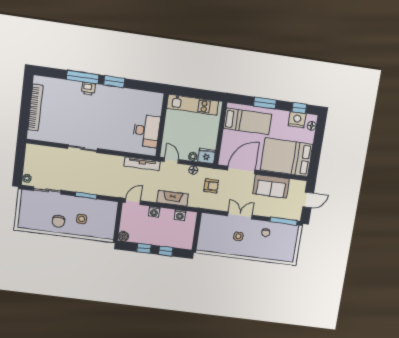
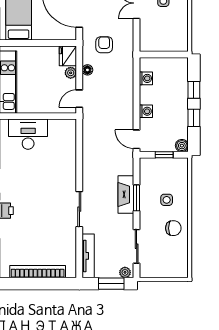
desk: (146, 131) -> (28, 134), moved
tv unit: (142, 164) -> (88, 256), moved
window: (19, 166) -> (111, 284), added
fireplace: (173, 198) -> (126, 194), moved
window: (118, 222) -> (164, 155), added

